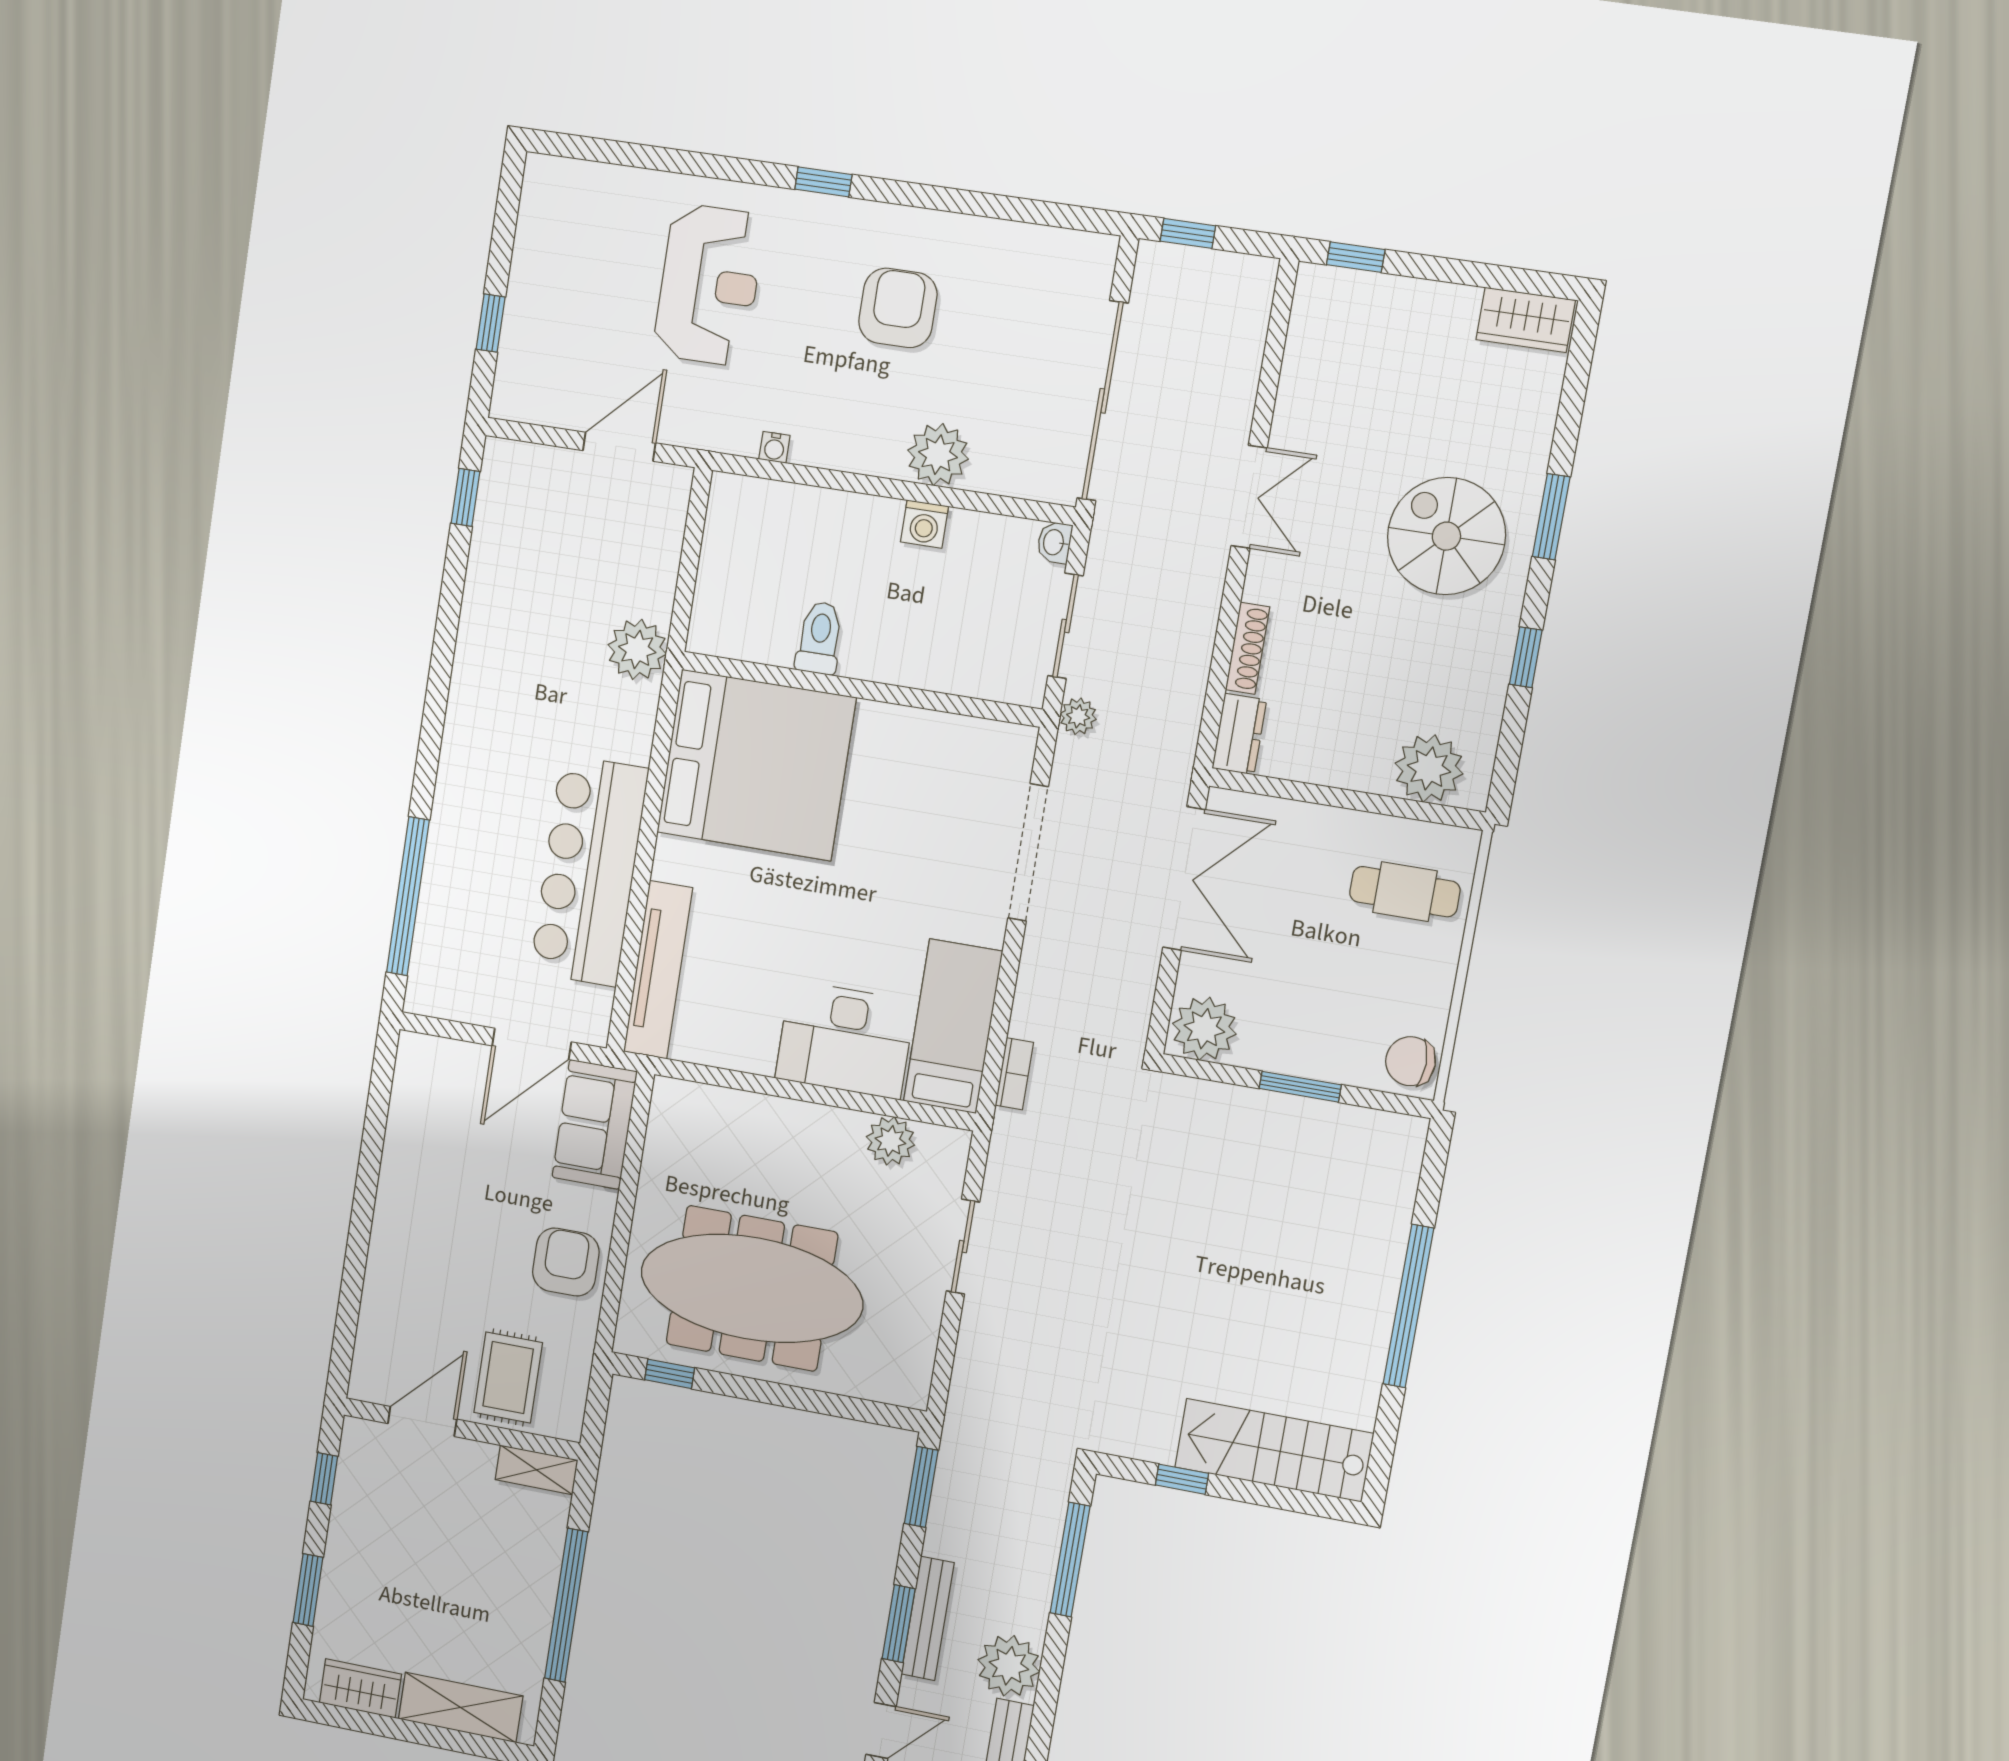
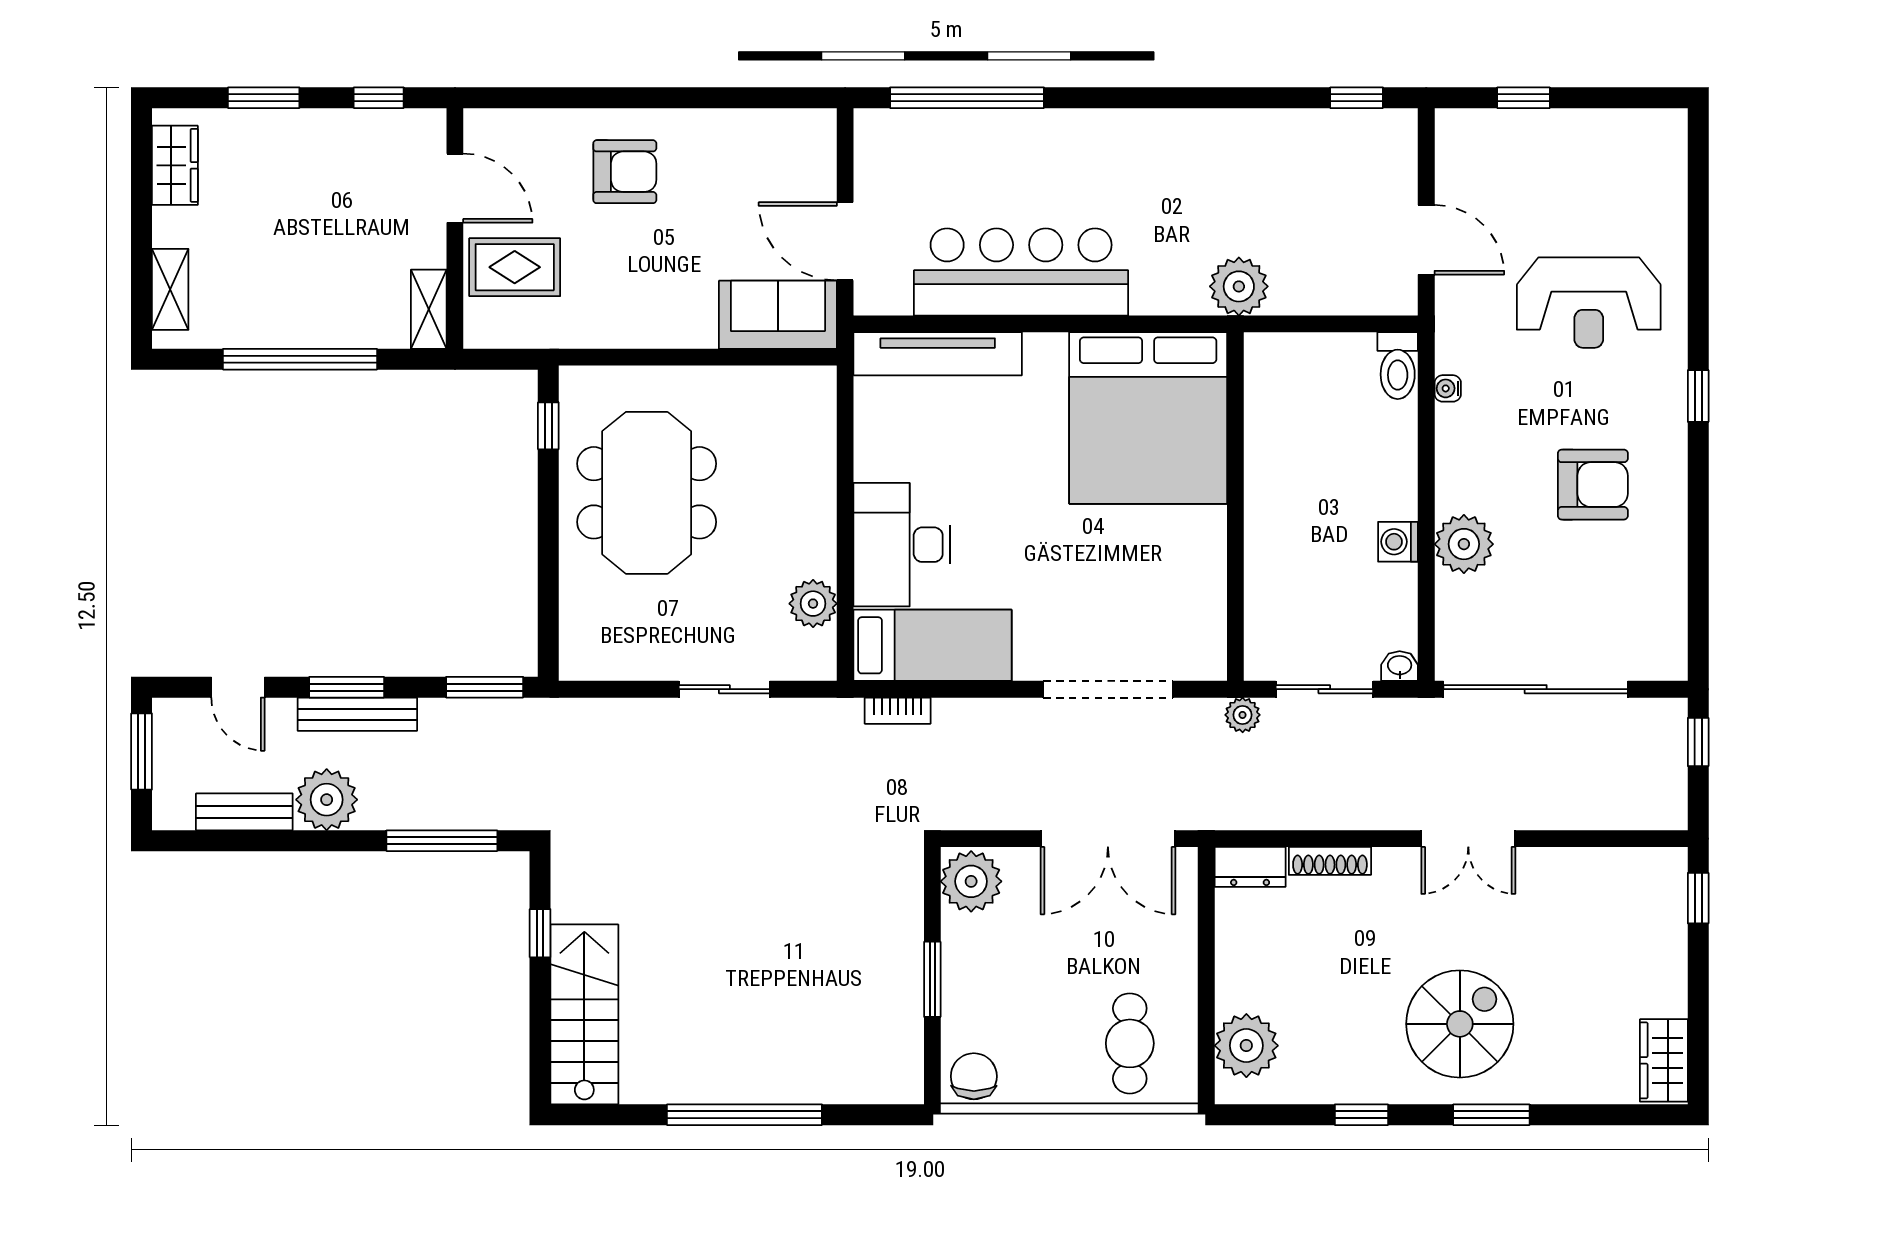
toilet: (820, 638) -> (1398, 366), moved, turned 90
armchair: (566, 1262) -> (625, 172), moved
meeting table: (752, 1288) -> (647, 493), width x0.73
shelving: (461, 1707) -> (170, 289), width x0.67, depth x0.75

